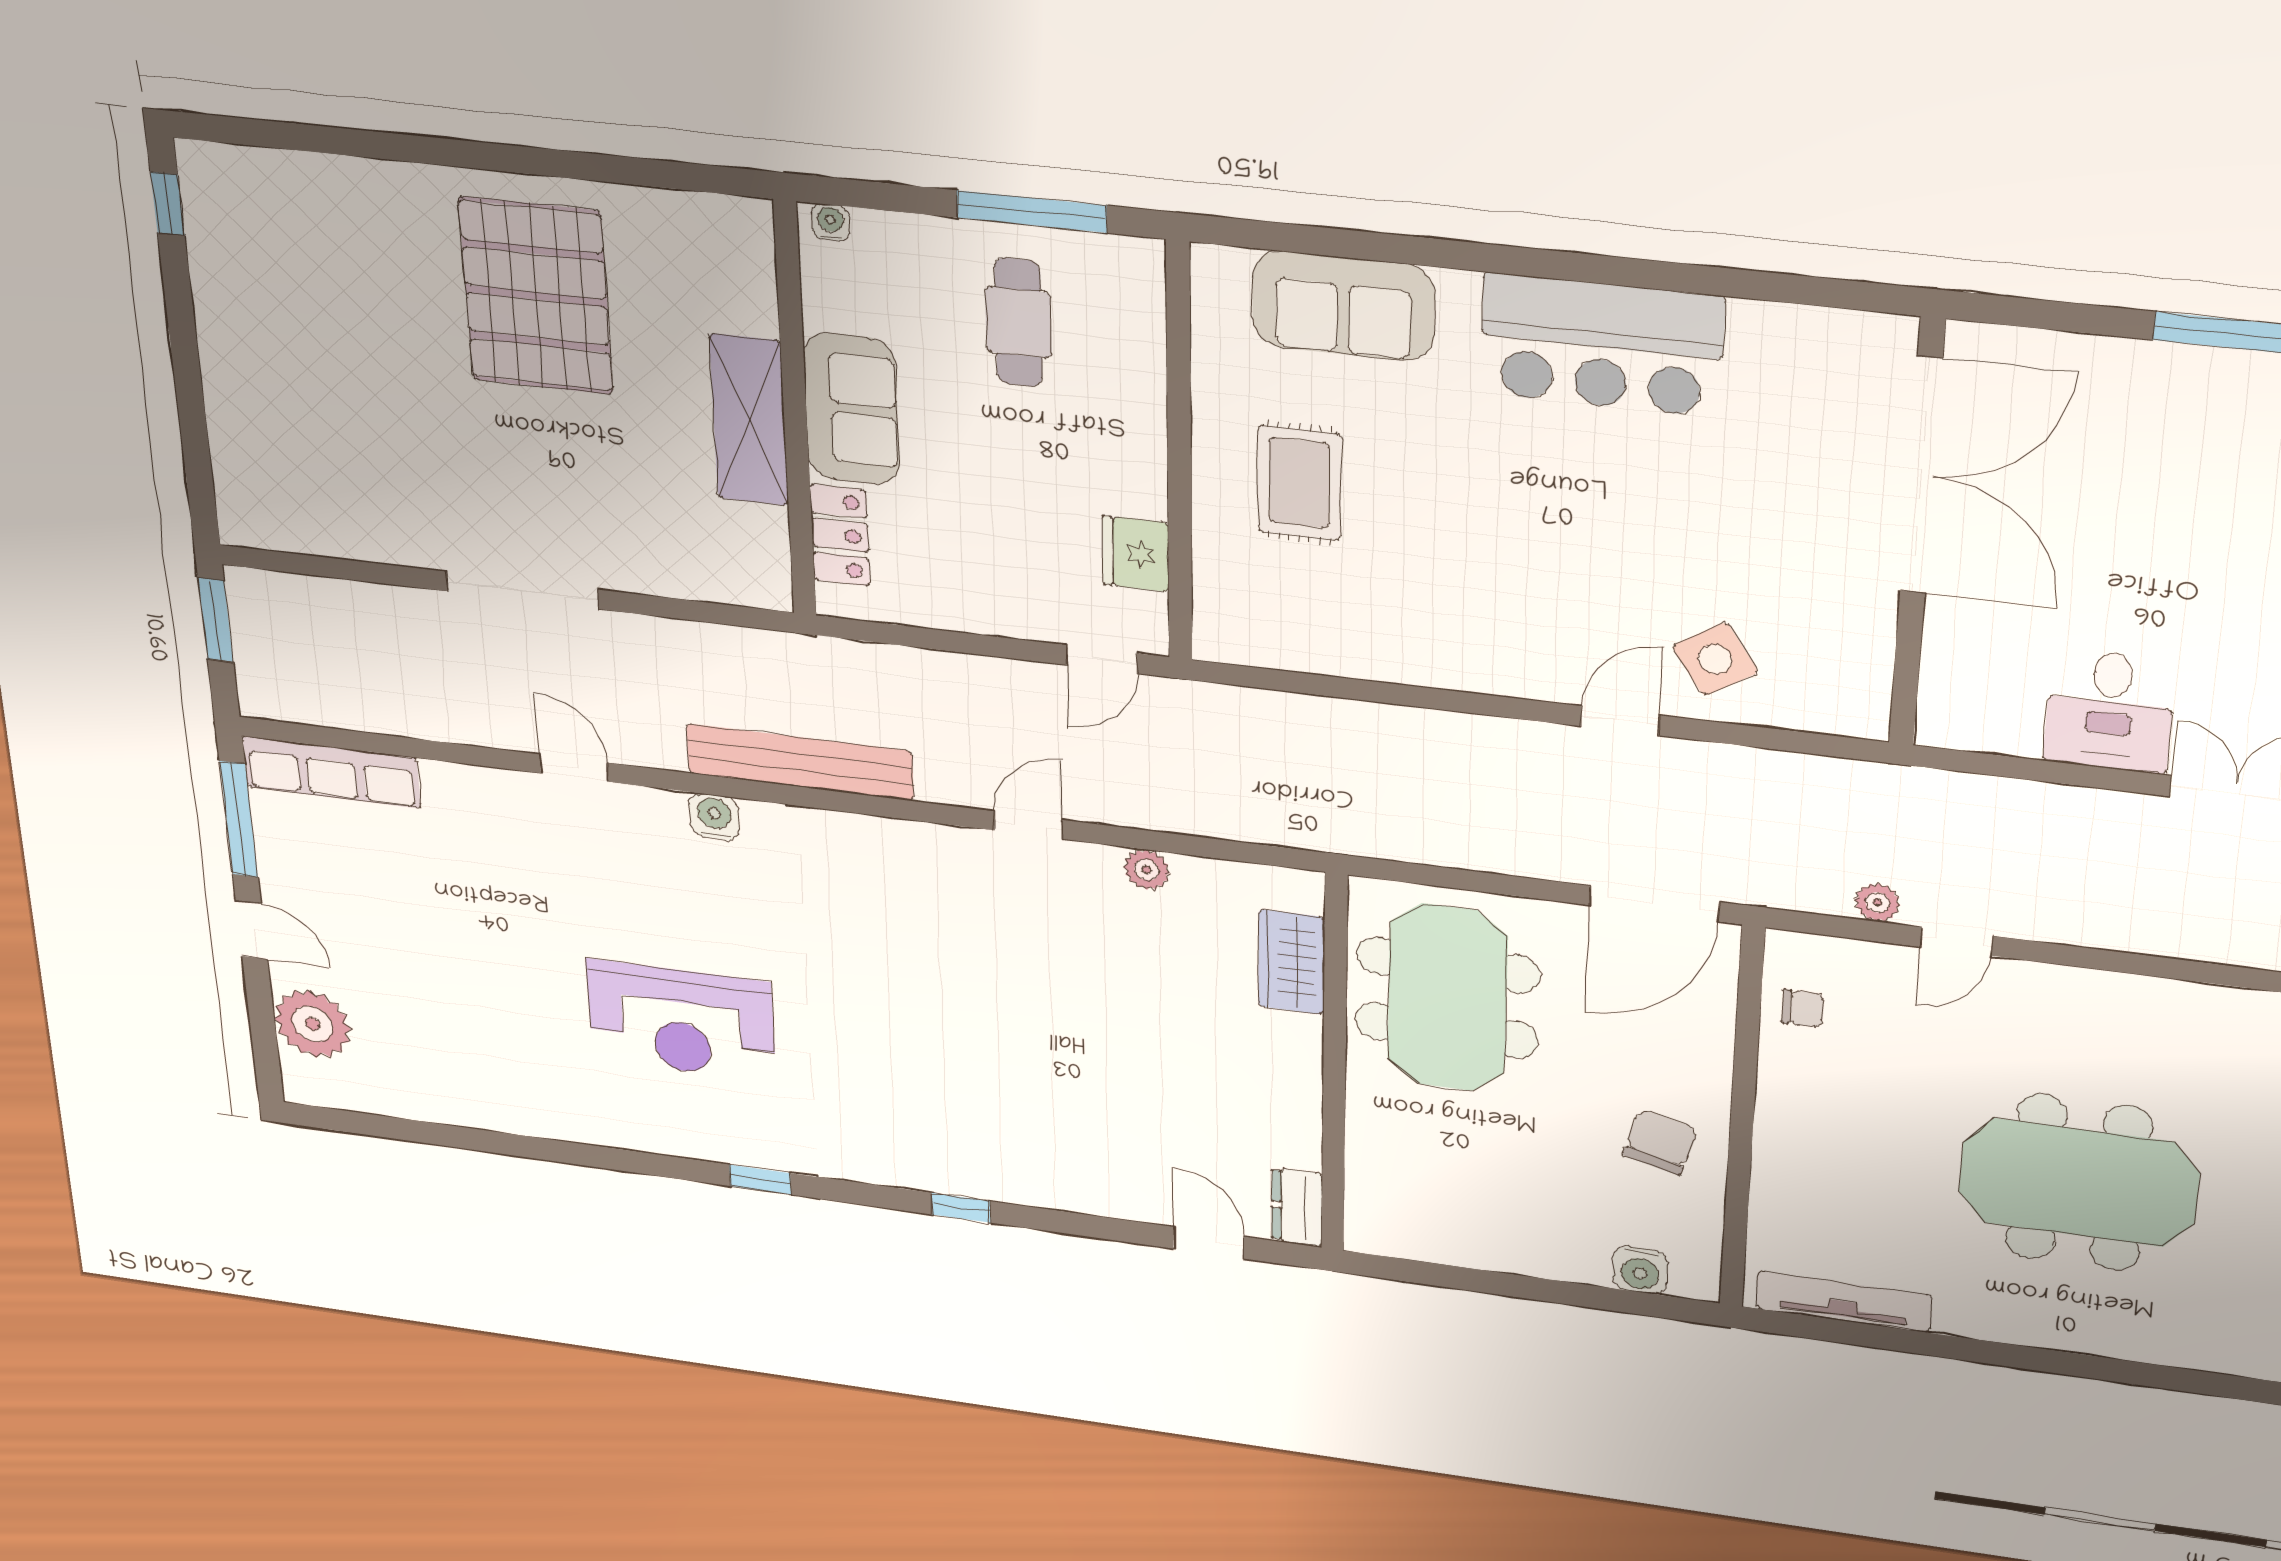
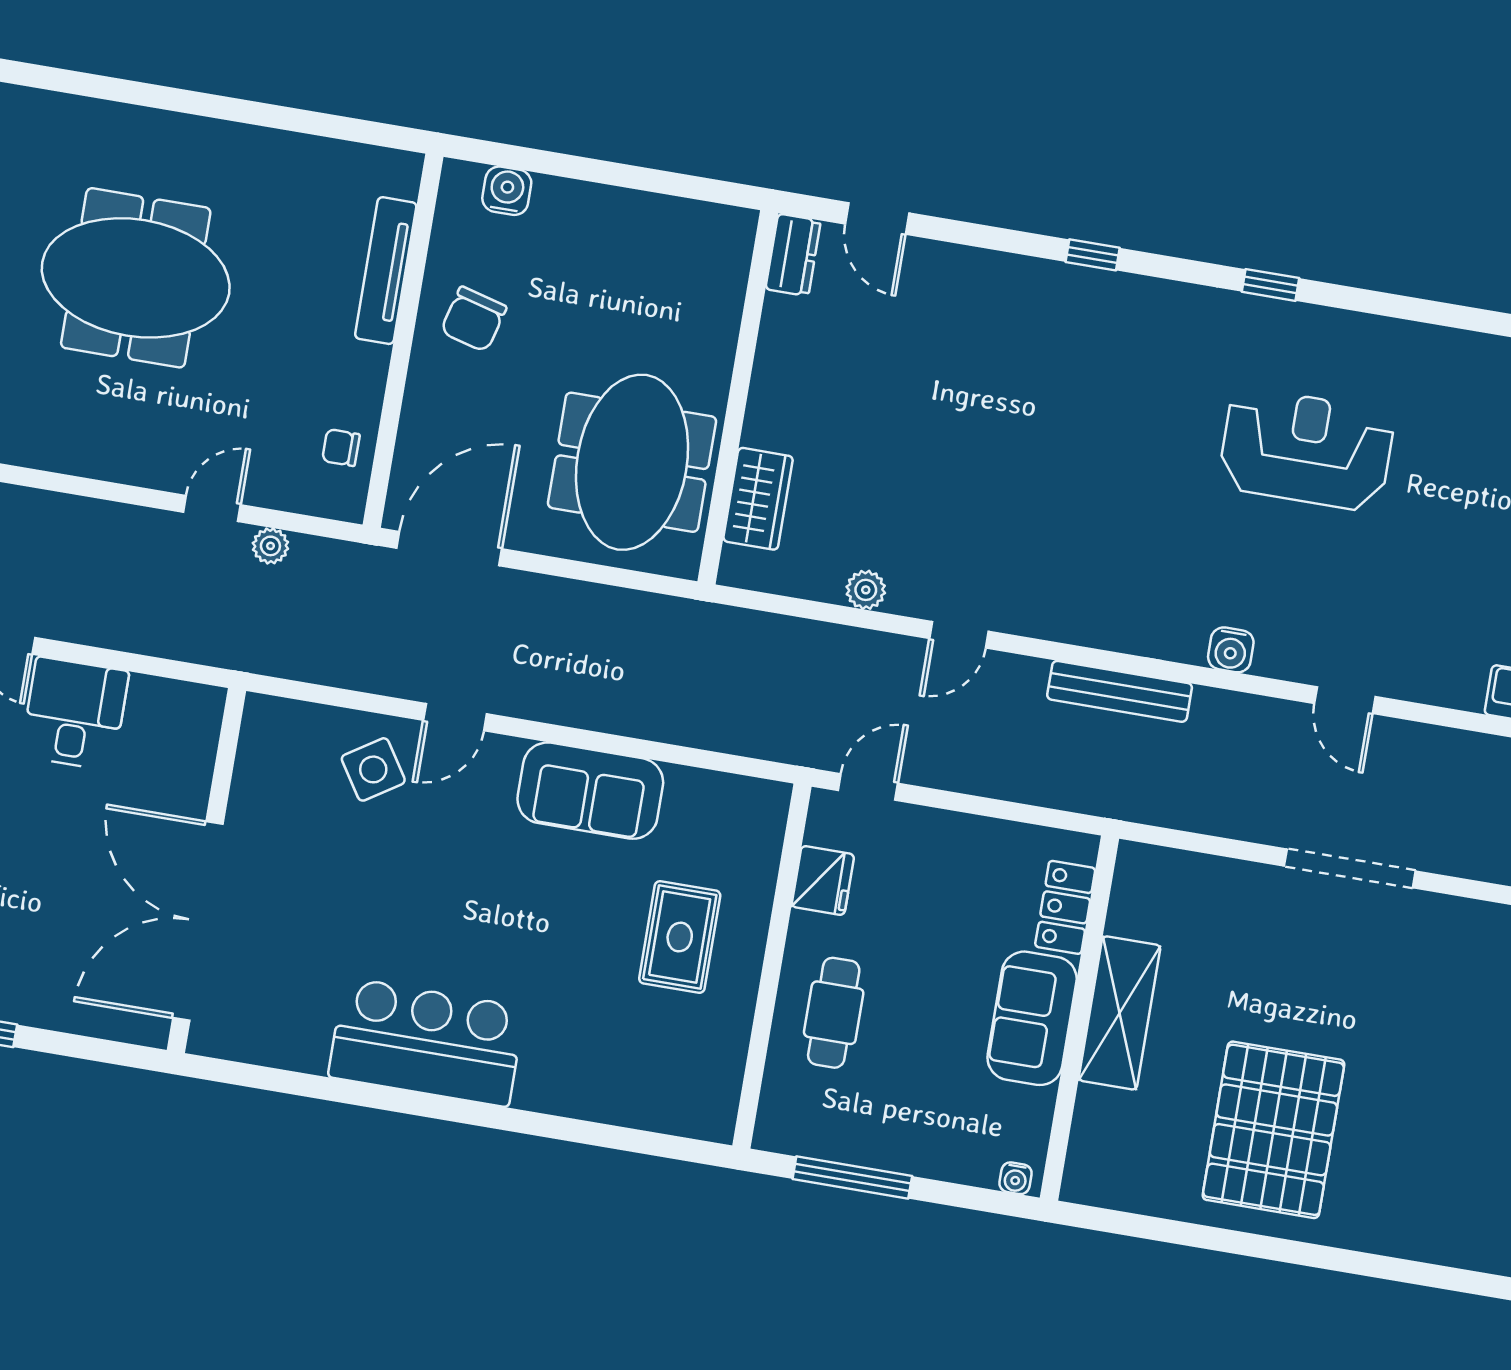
sofa: (1343, 306) -> (590, 791), moved, turned 180
cafe table: (1018, 322) -> (834, 1013), moved
bench: (800, 762) -> (1120, 691), width x0.73, depth x0.82
tv unit: (1844, 1302) -> (386, 271), moved, turned 90

